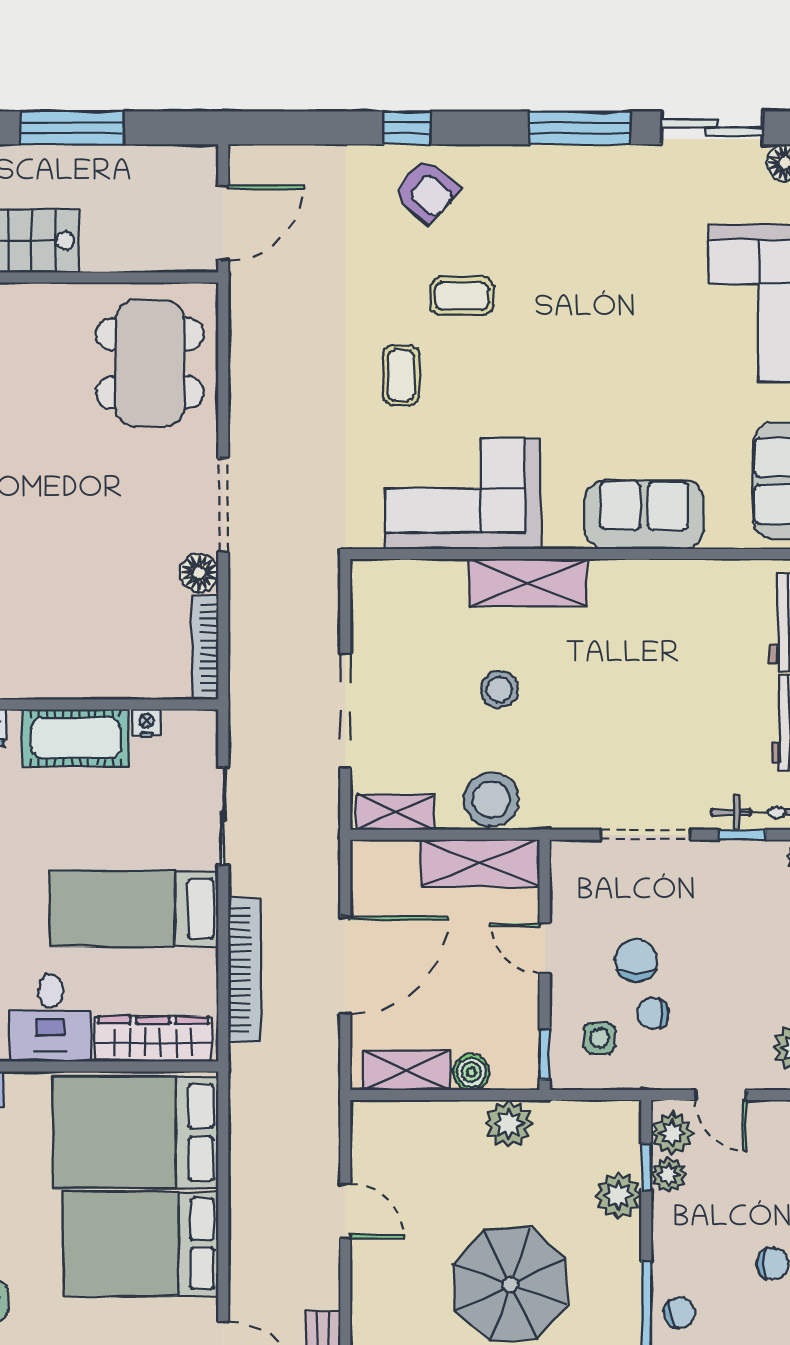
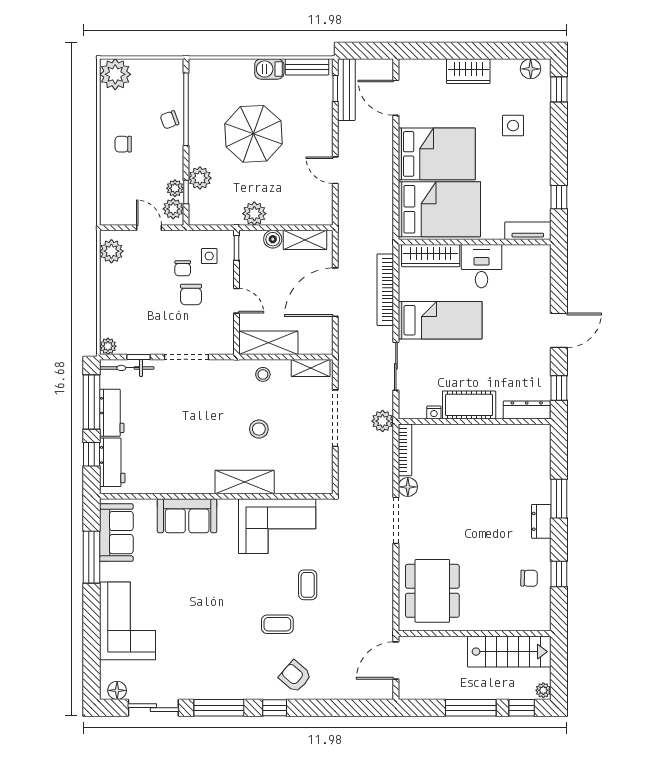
window: (407, 128) -> (275, 708), moved
plant: (250, 706) -> (383, 421), added
stool: (491, 799) -> (263, 374), width x0.53, depth x0.53
chair: (653, 1013) -> (183, 268), turned 90

